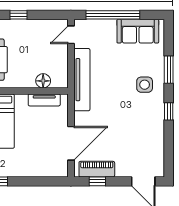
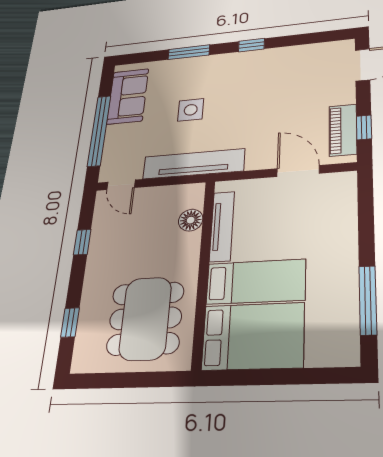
window: (19, 15) -> (82, 242), moved
side table: (145, 85) -> (191, 110), moved
tv unit: (44, 100) -> (222, 226), width x1.41
door: (71, 143) -> (298, 171), width x0.73

